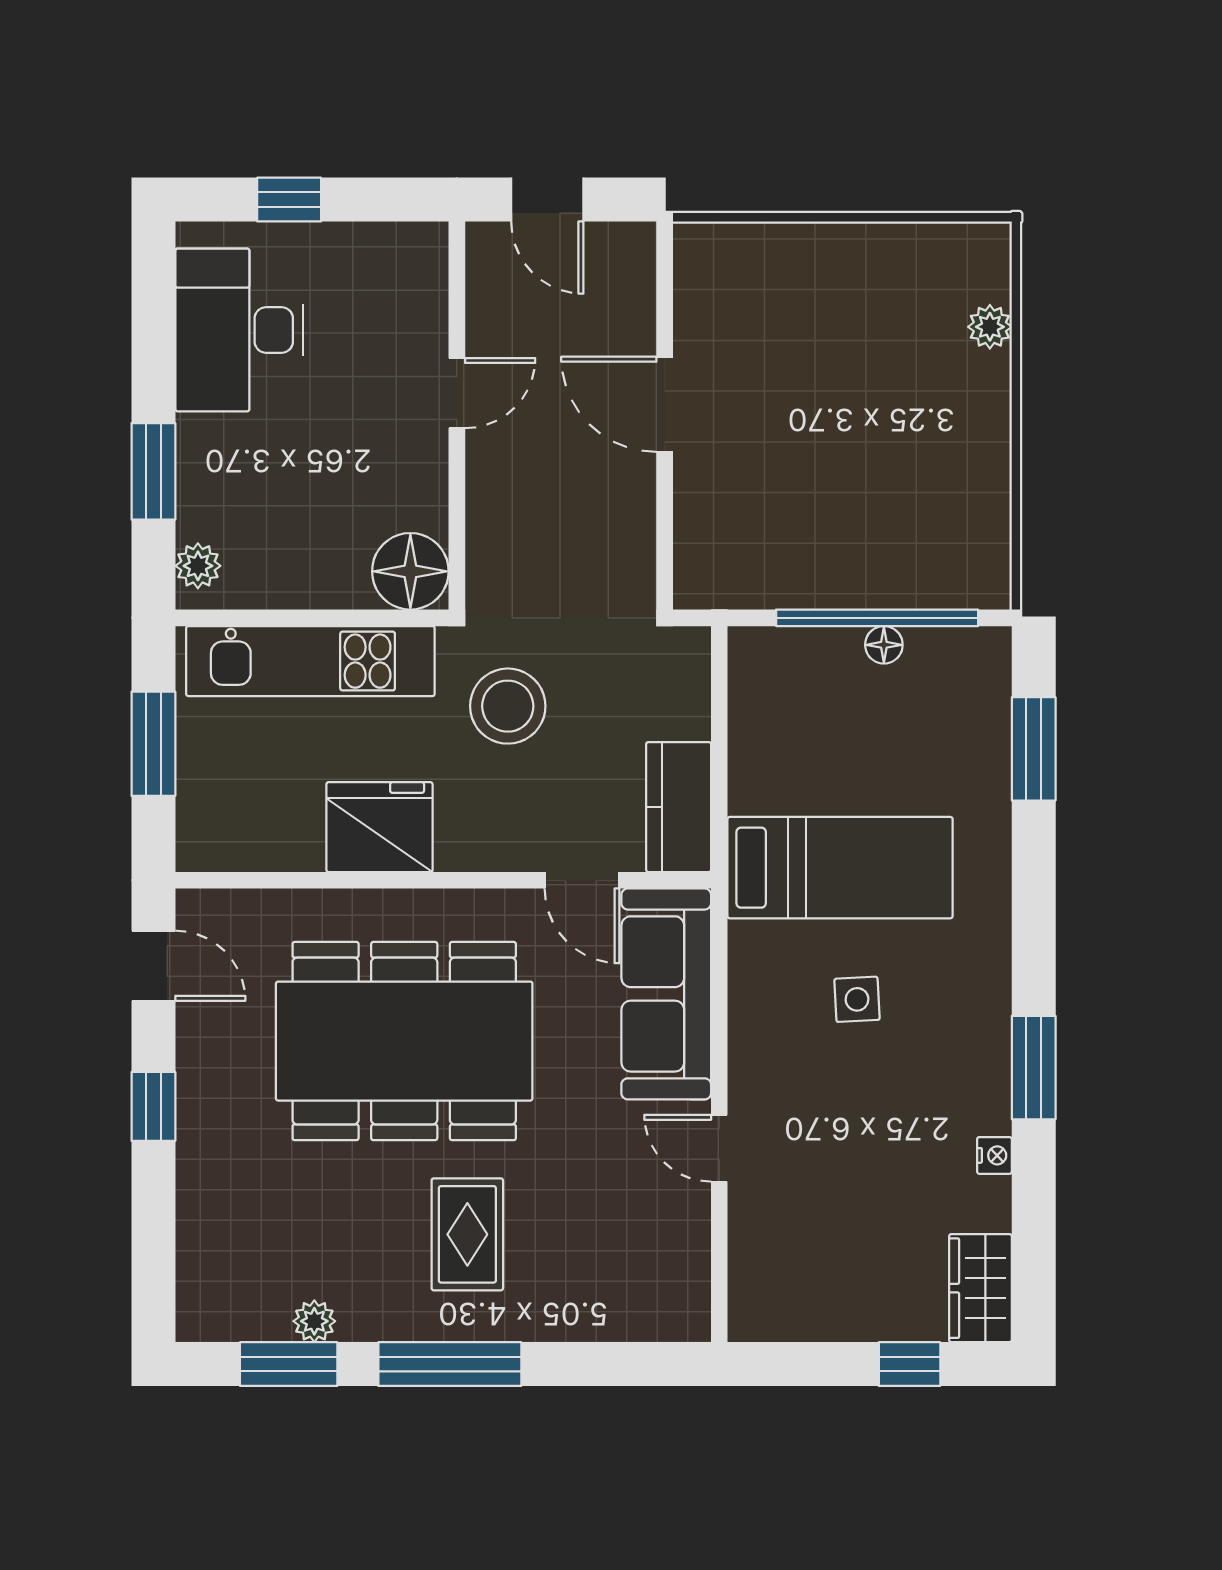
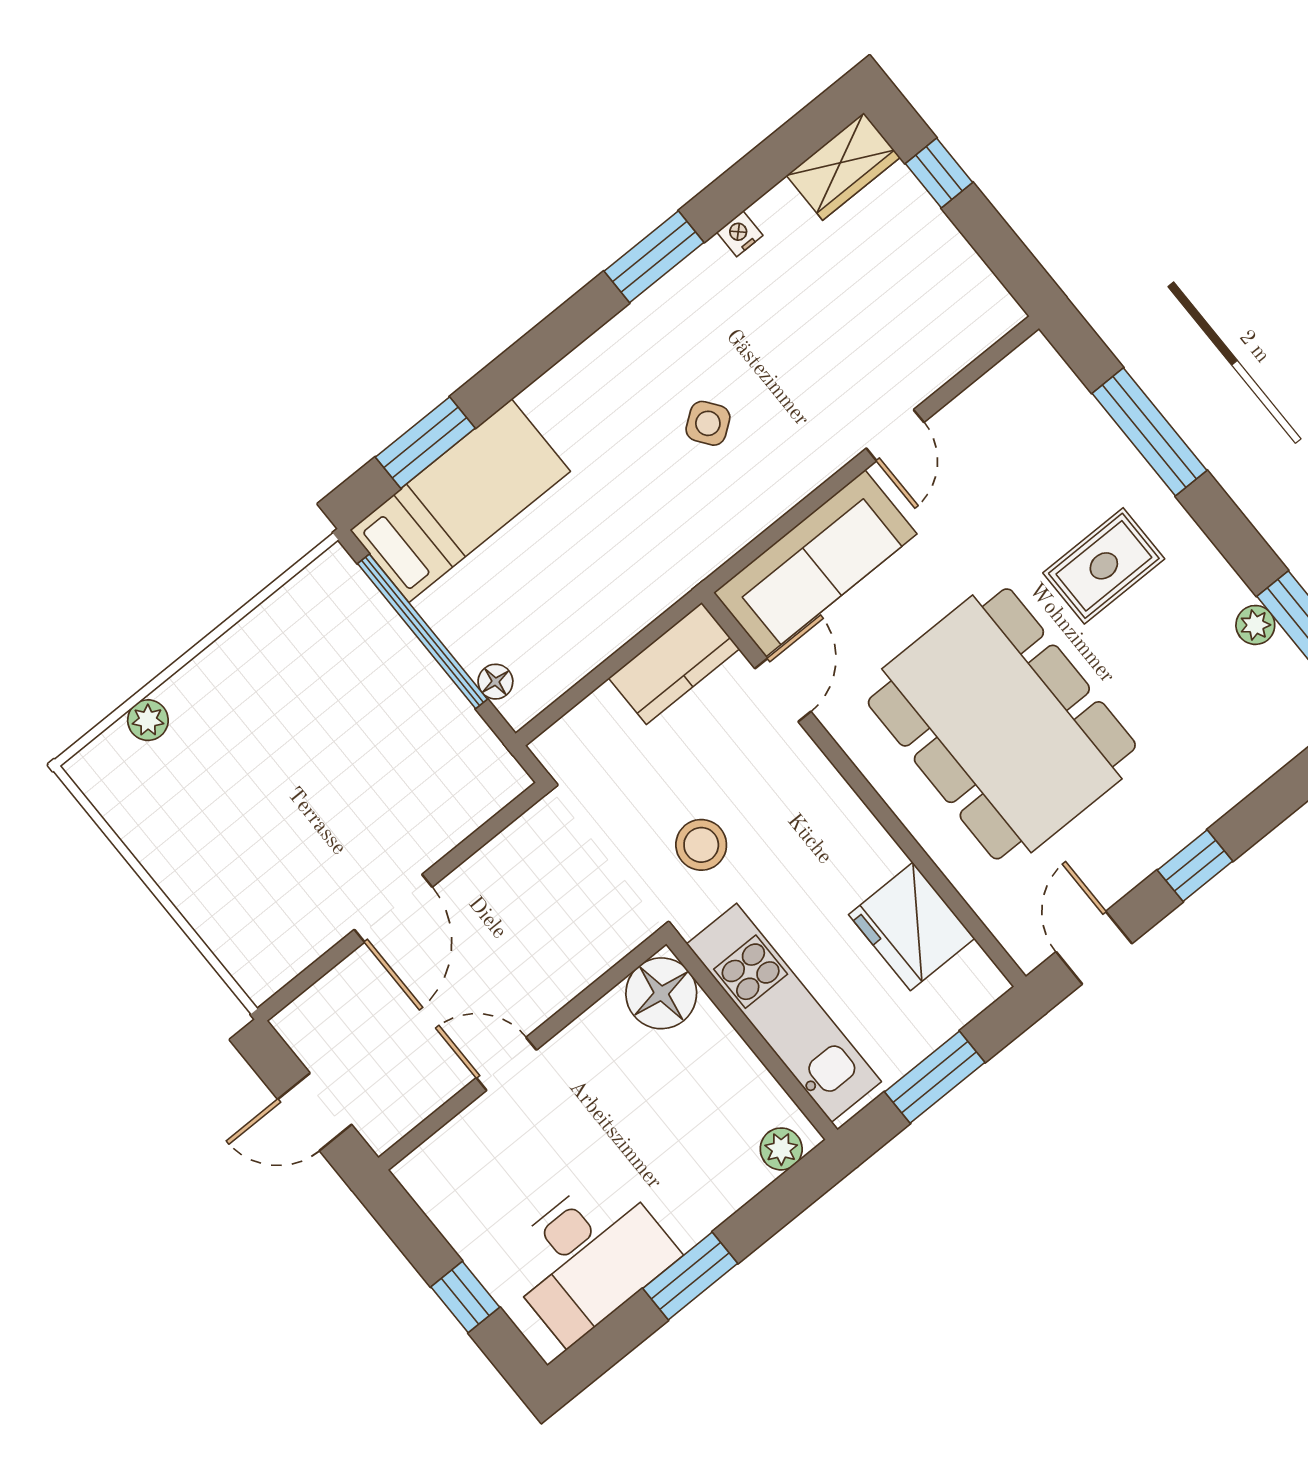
door: (547, 200) -> (315, 1112), swing flipped
window: (153, 471) -> (690, 1276), moved
floor lamp: (884, 645) -> (495, 682), moved
stool: (508, 706) -> (701, 845), width x0.73, depth x0.73
fridge: (379, 827) -> (912, 926), moved
bed: (840, 868) -> (460, 501), moved, turned 90
side table: (857, 999) -> (708, 423), turned -33
window: (450, 1364) -> (1149, 432), moved

